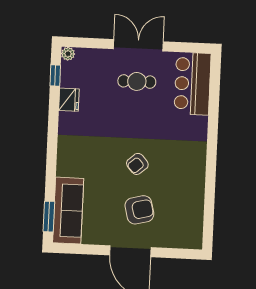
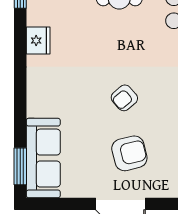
fridge: (69, 100) -> (38, 41), moved

